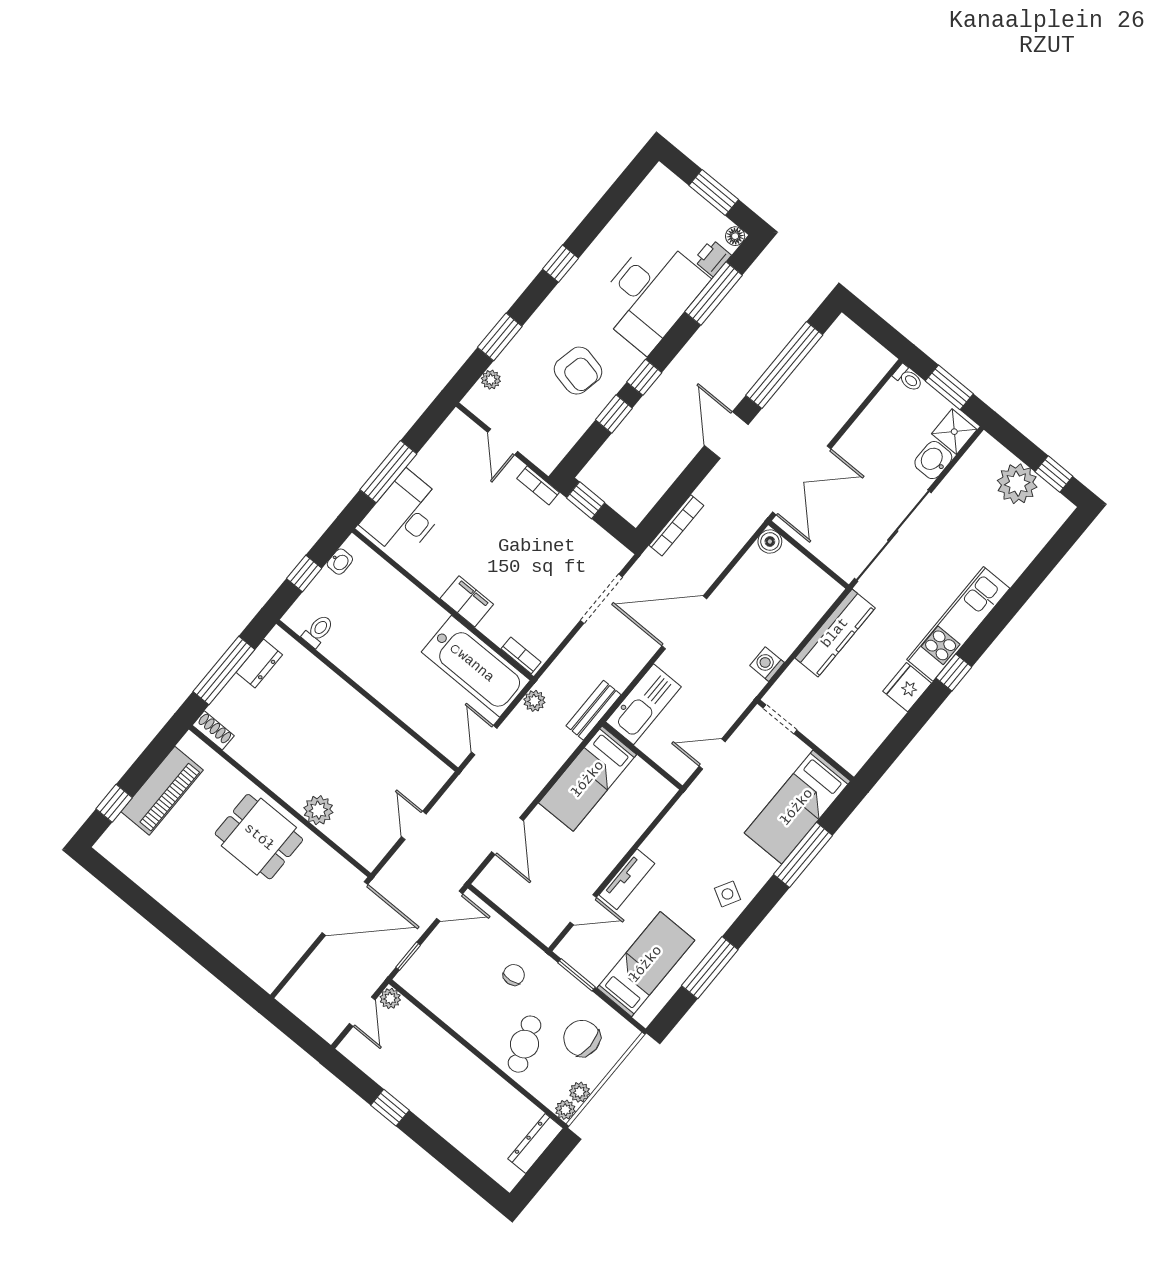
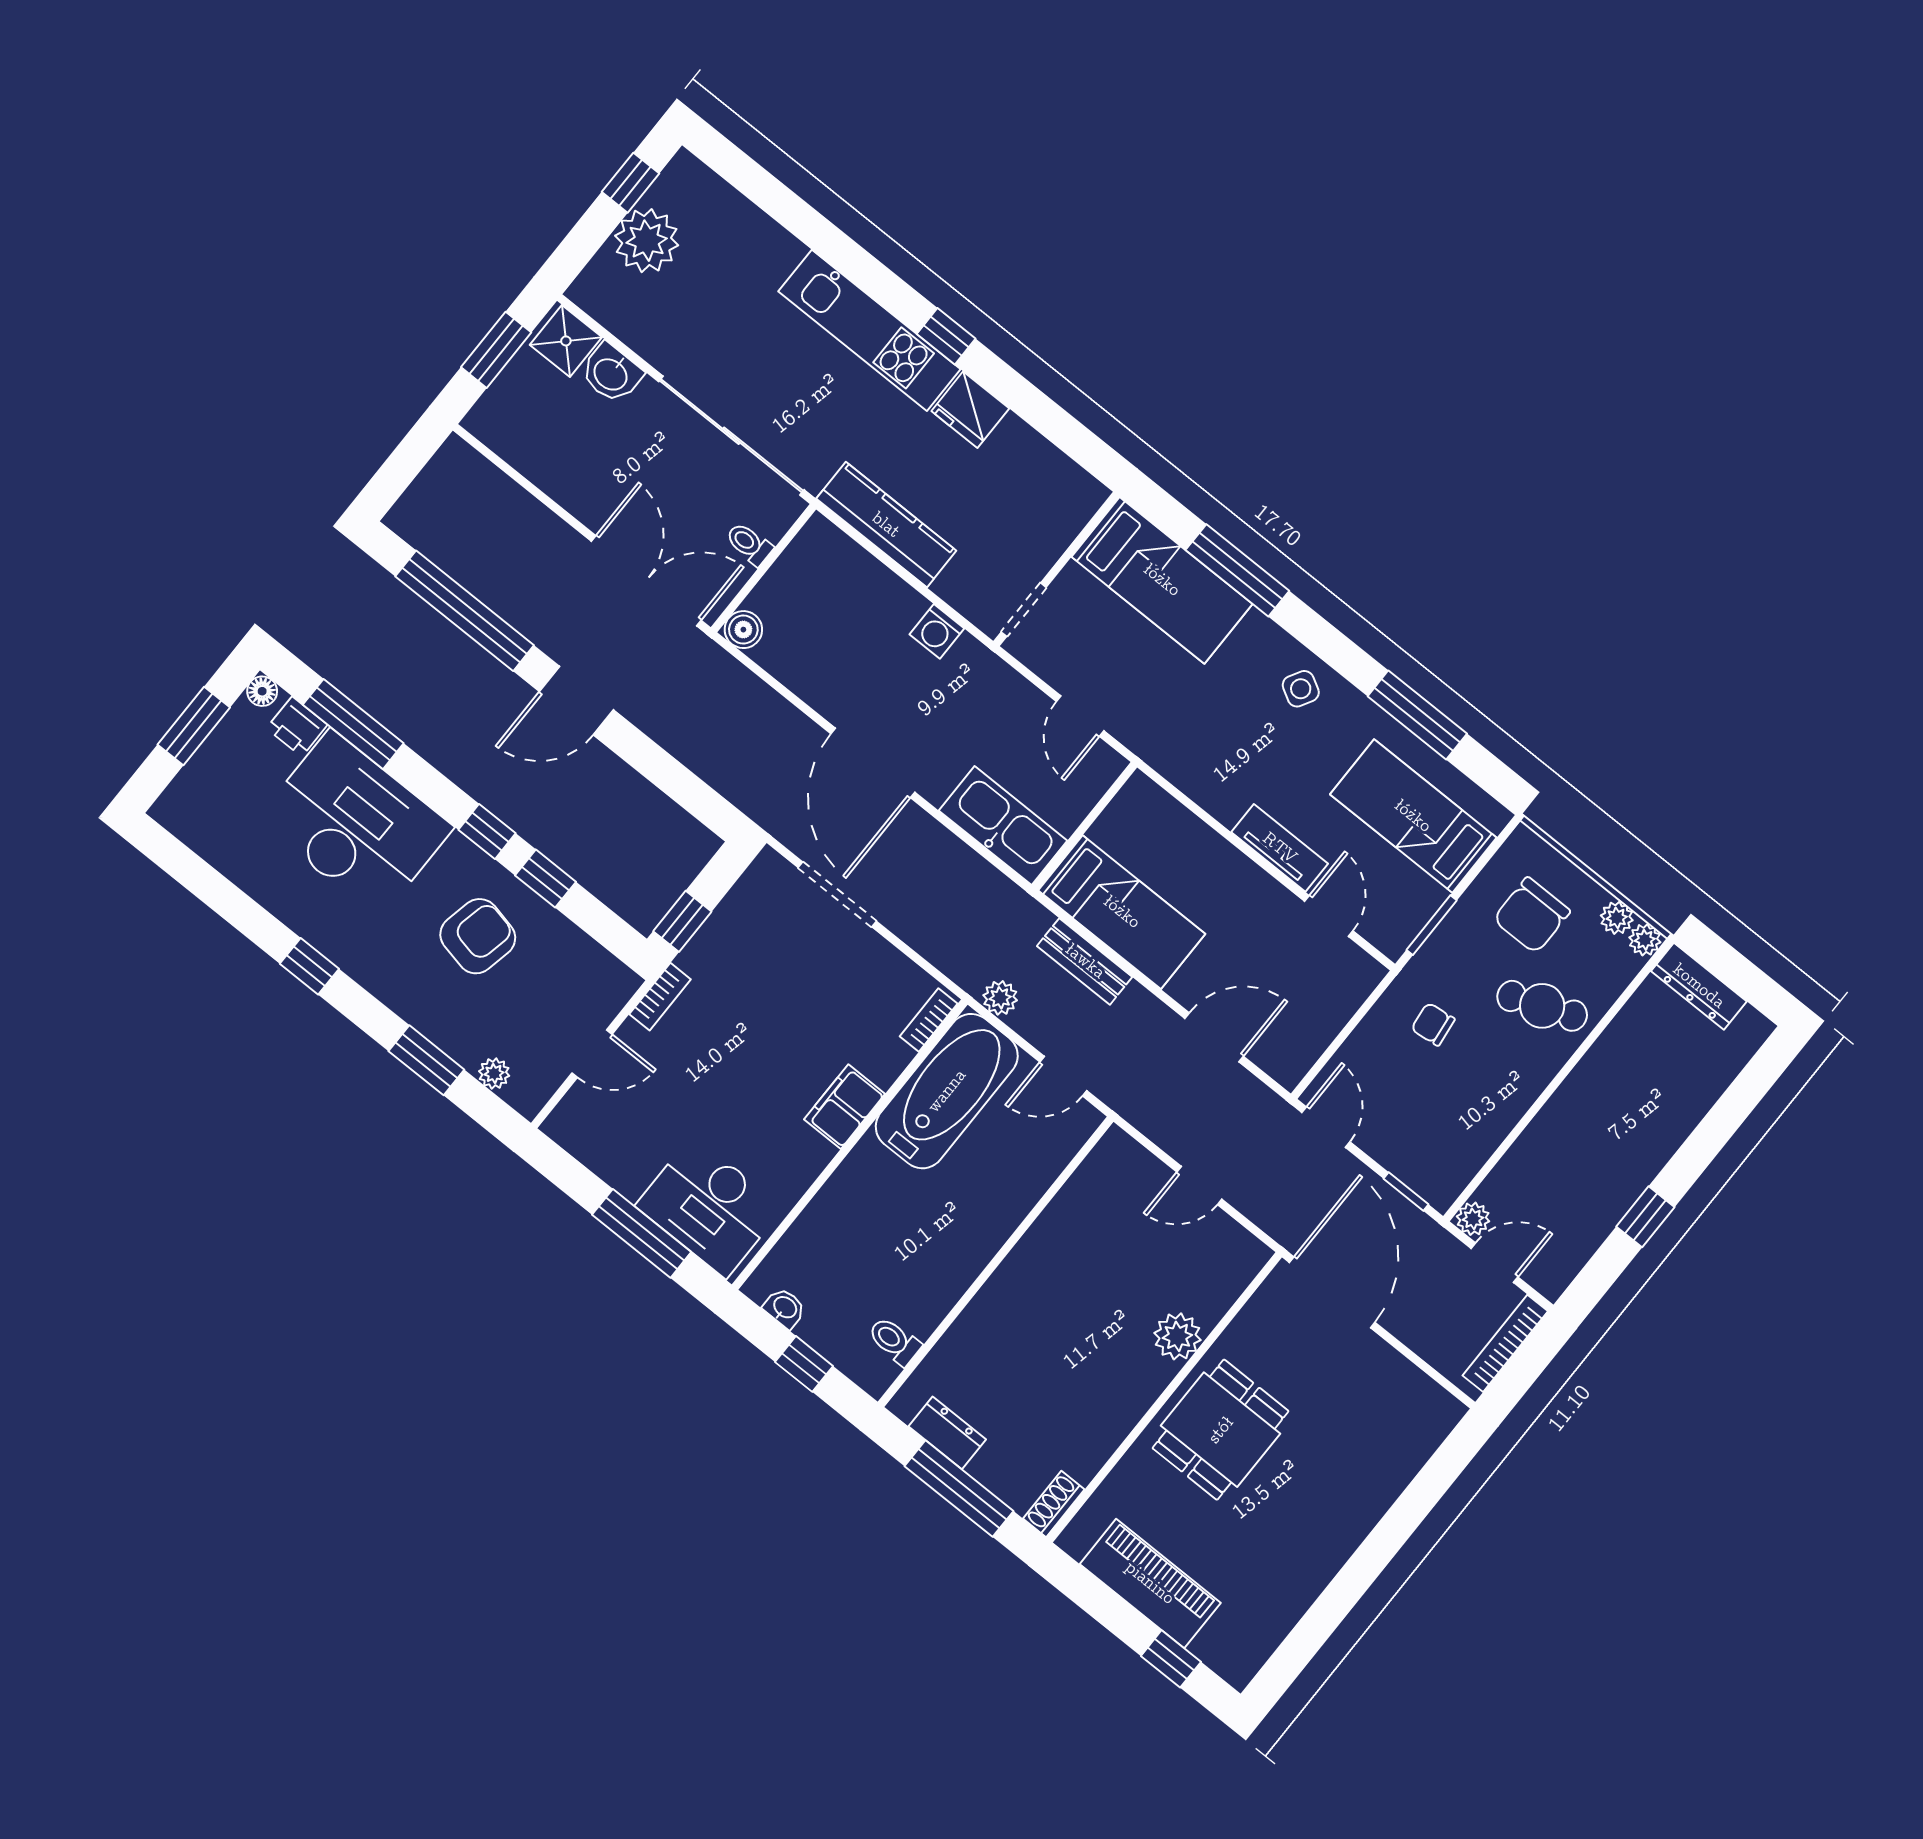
toilet: (908, 378) -> (749, 544), moved, turned -90
bookcase: (676, 525) -> (1505, 1343), moved, turned -90
bench: (593, 710) -> (1085, 961), moved

